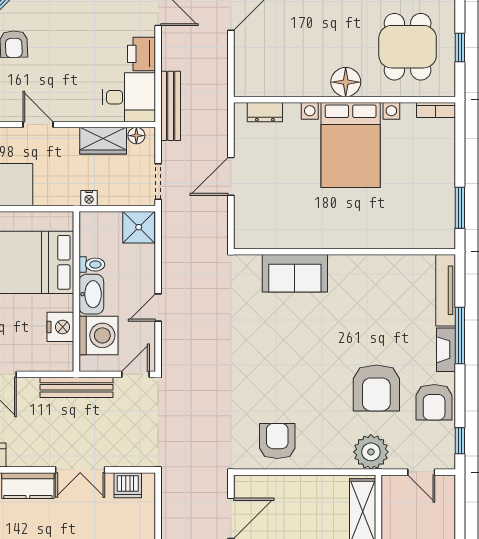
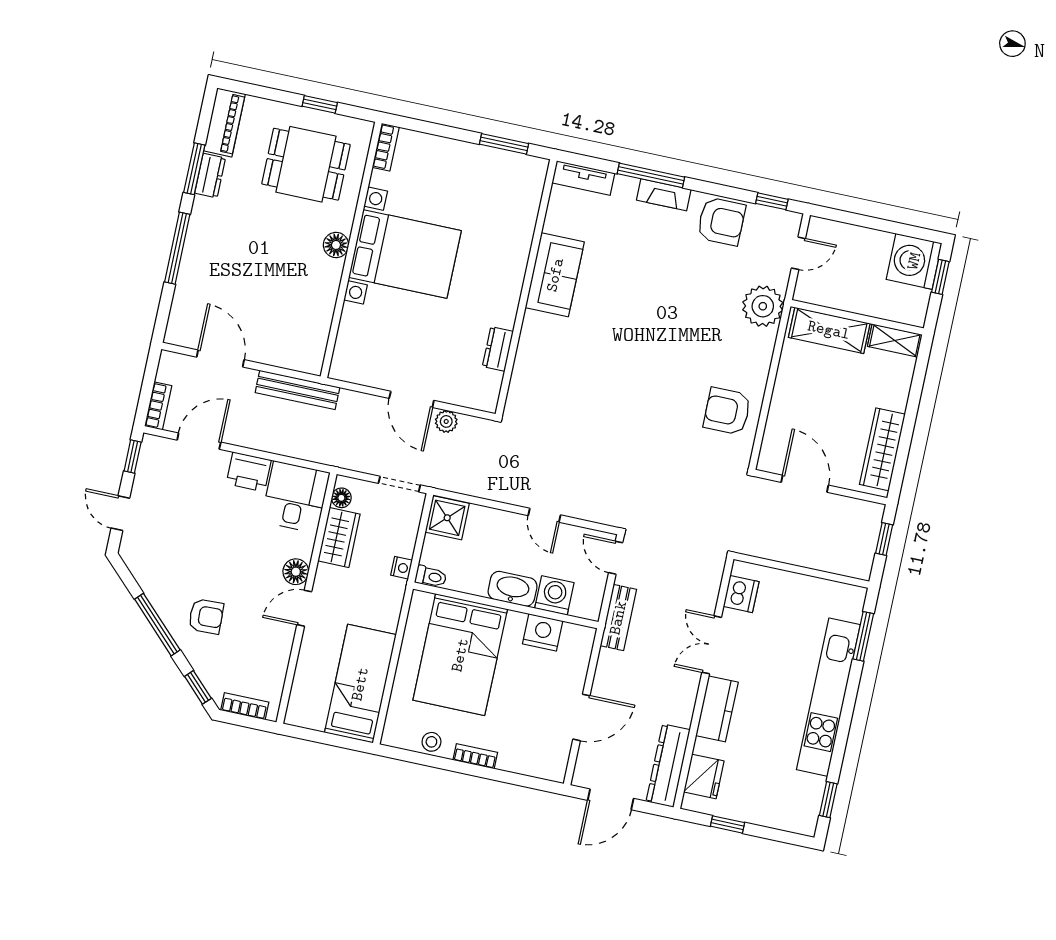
floor lamp: (346, 82) -> (336, 245), width x0.73, depth x0.73
bench: (171, 106) -> (297, 390), moved
floor lamp: (67, 111) -> (296, 572), added
dresser: (265, 112) -> (498, 349), moved, turned 180
plant: (219, 209) -> (446, 421), added
toilet: (92, 265) -> (431, 577), moved, turned 90
sofa: (295, 273) -> (555, 275), moved
tv unit: (446, 290) -> (583, 178), width x0.71
washing machine: (98, 335) -> (554, 595), width x0.73, depth x0.73
bench: (77, 387) -> (618, 618), width x0.73
armchair: (376, 388) -> (691, 284), removed
double door: (80, 470) -> (712, 645), swing flipped

